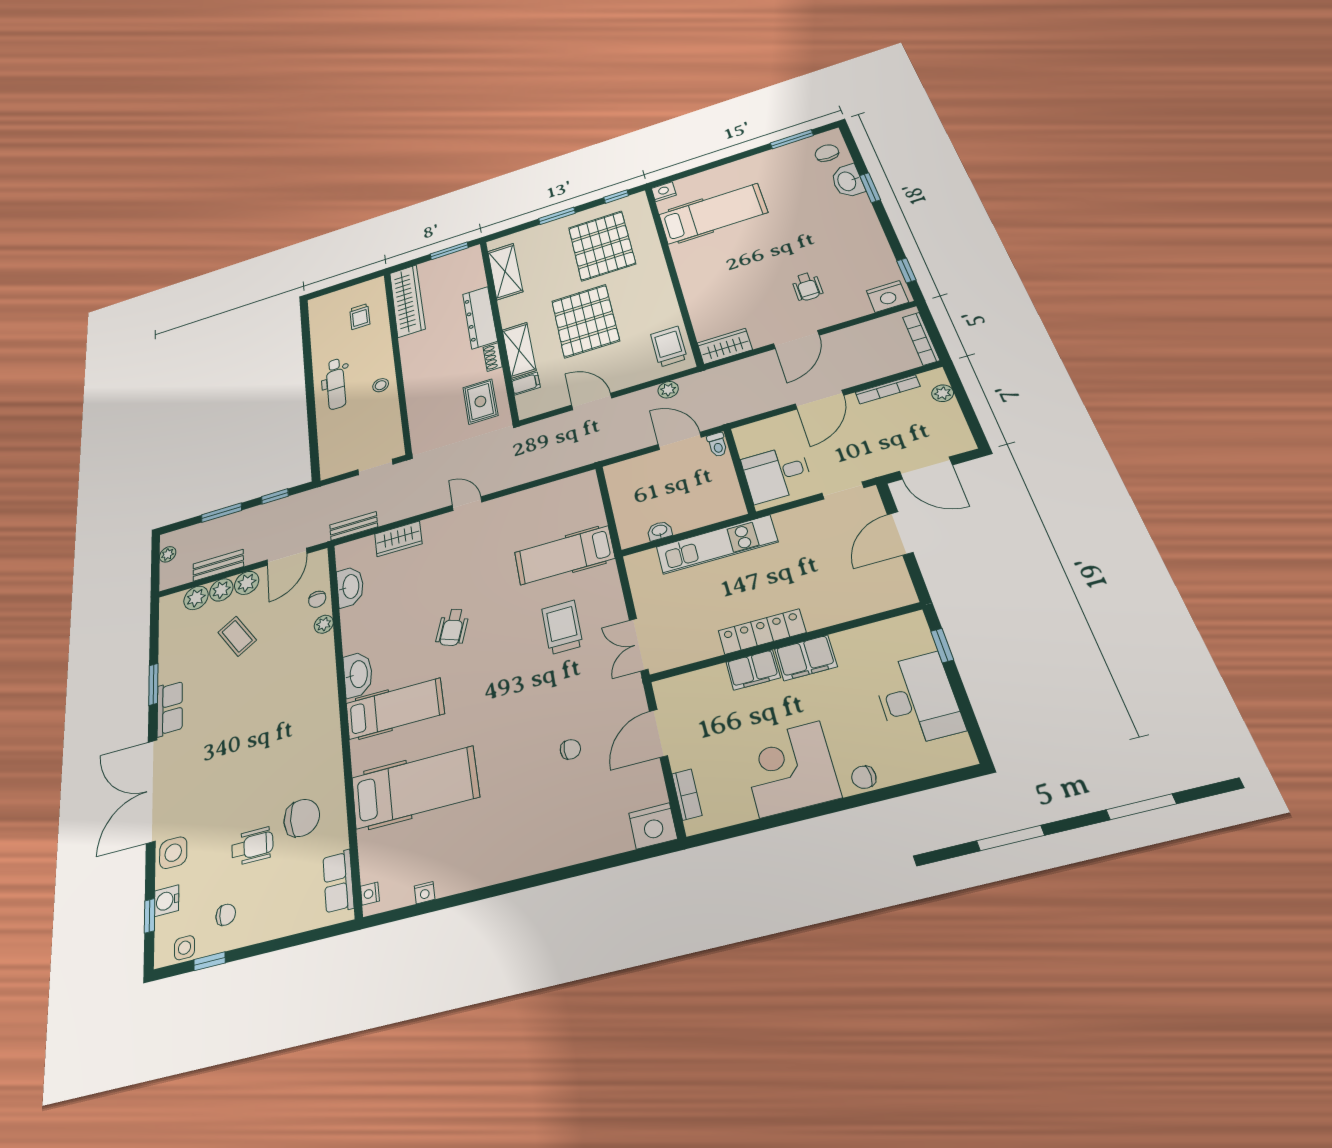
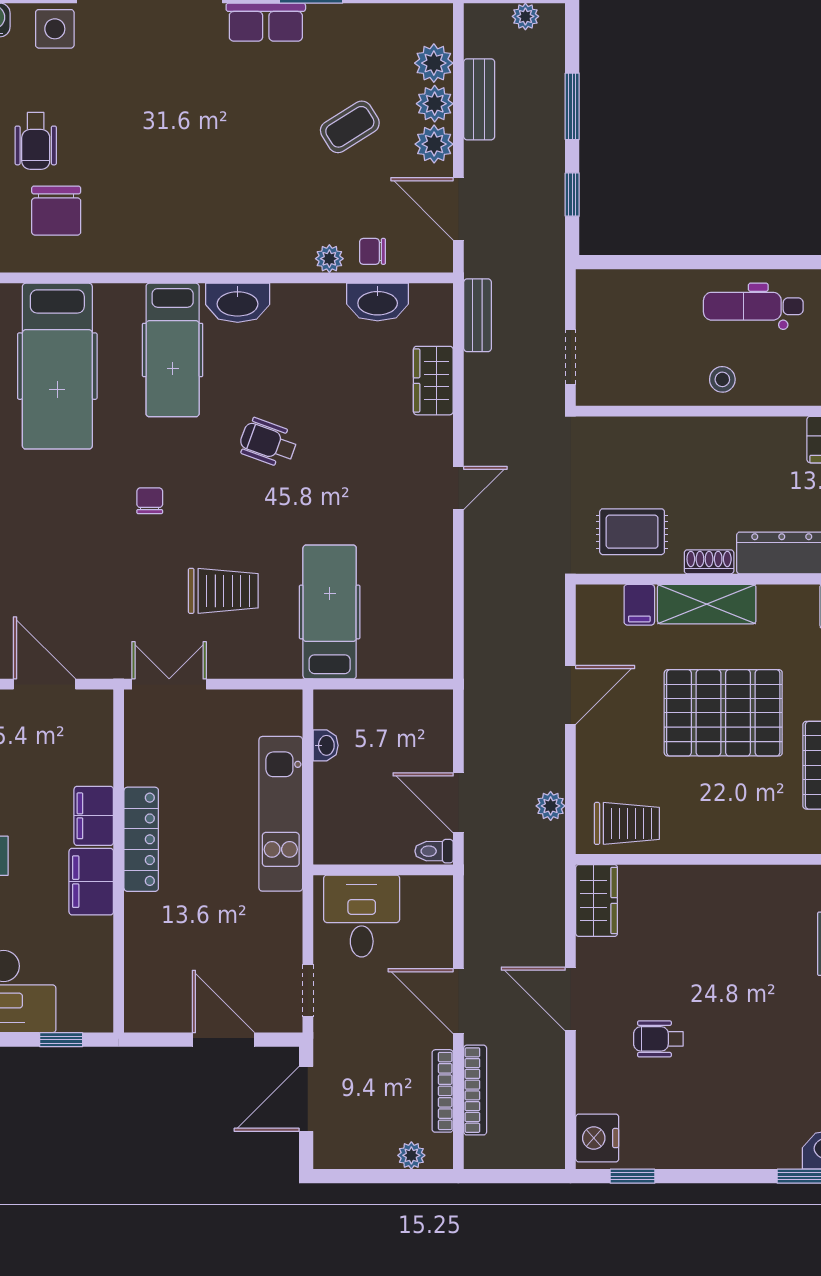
bookcase: (921, 339) -> (475, 1090), moved, turned 90
door: (680, 441) -> (458, 803), swing flipped
chair: (570, 749) -> (150, 501), moved, turned 180

